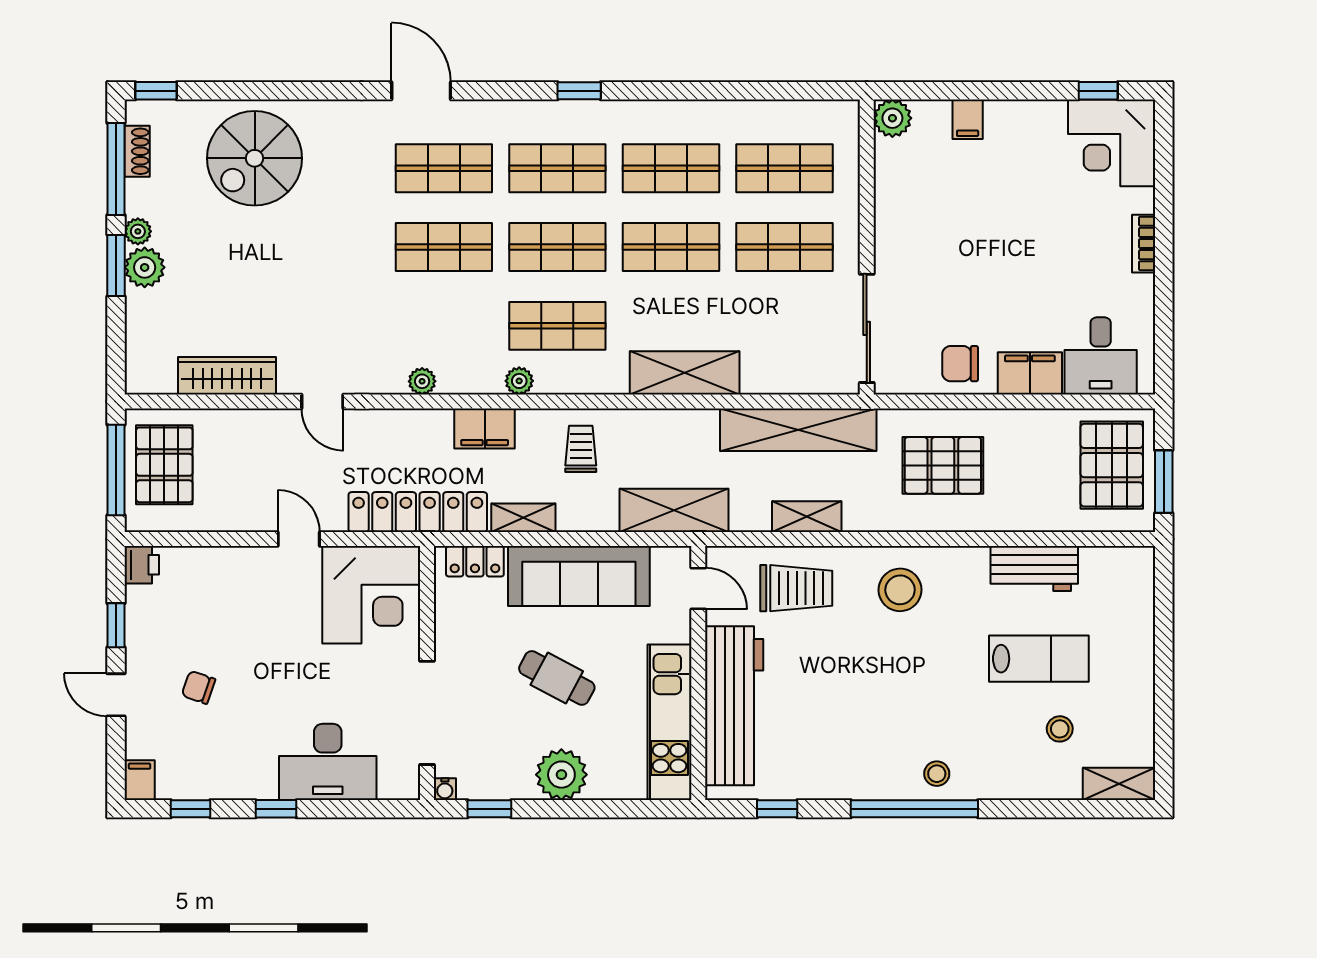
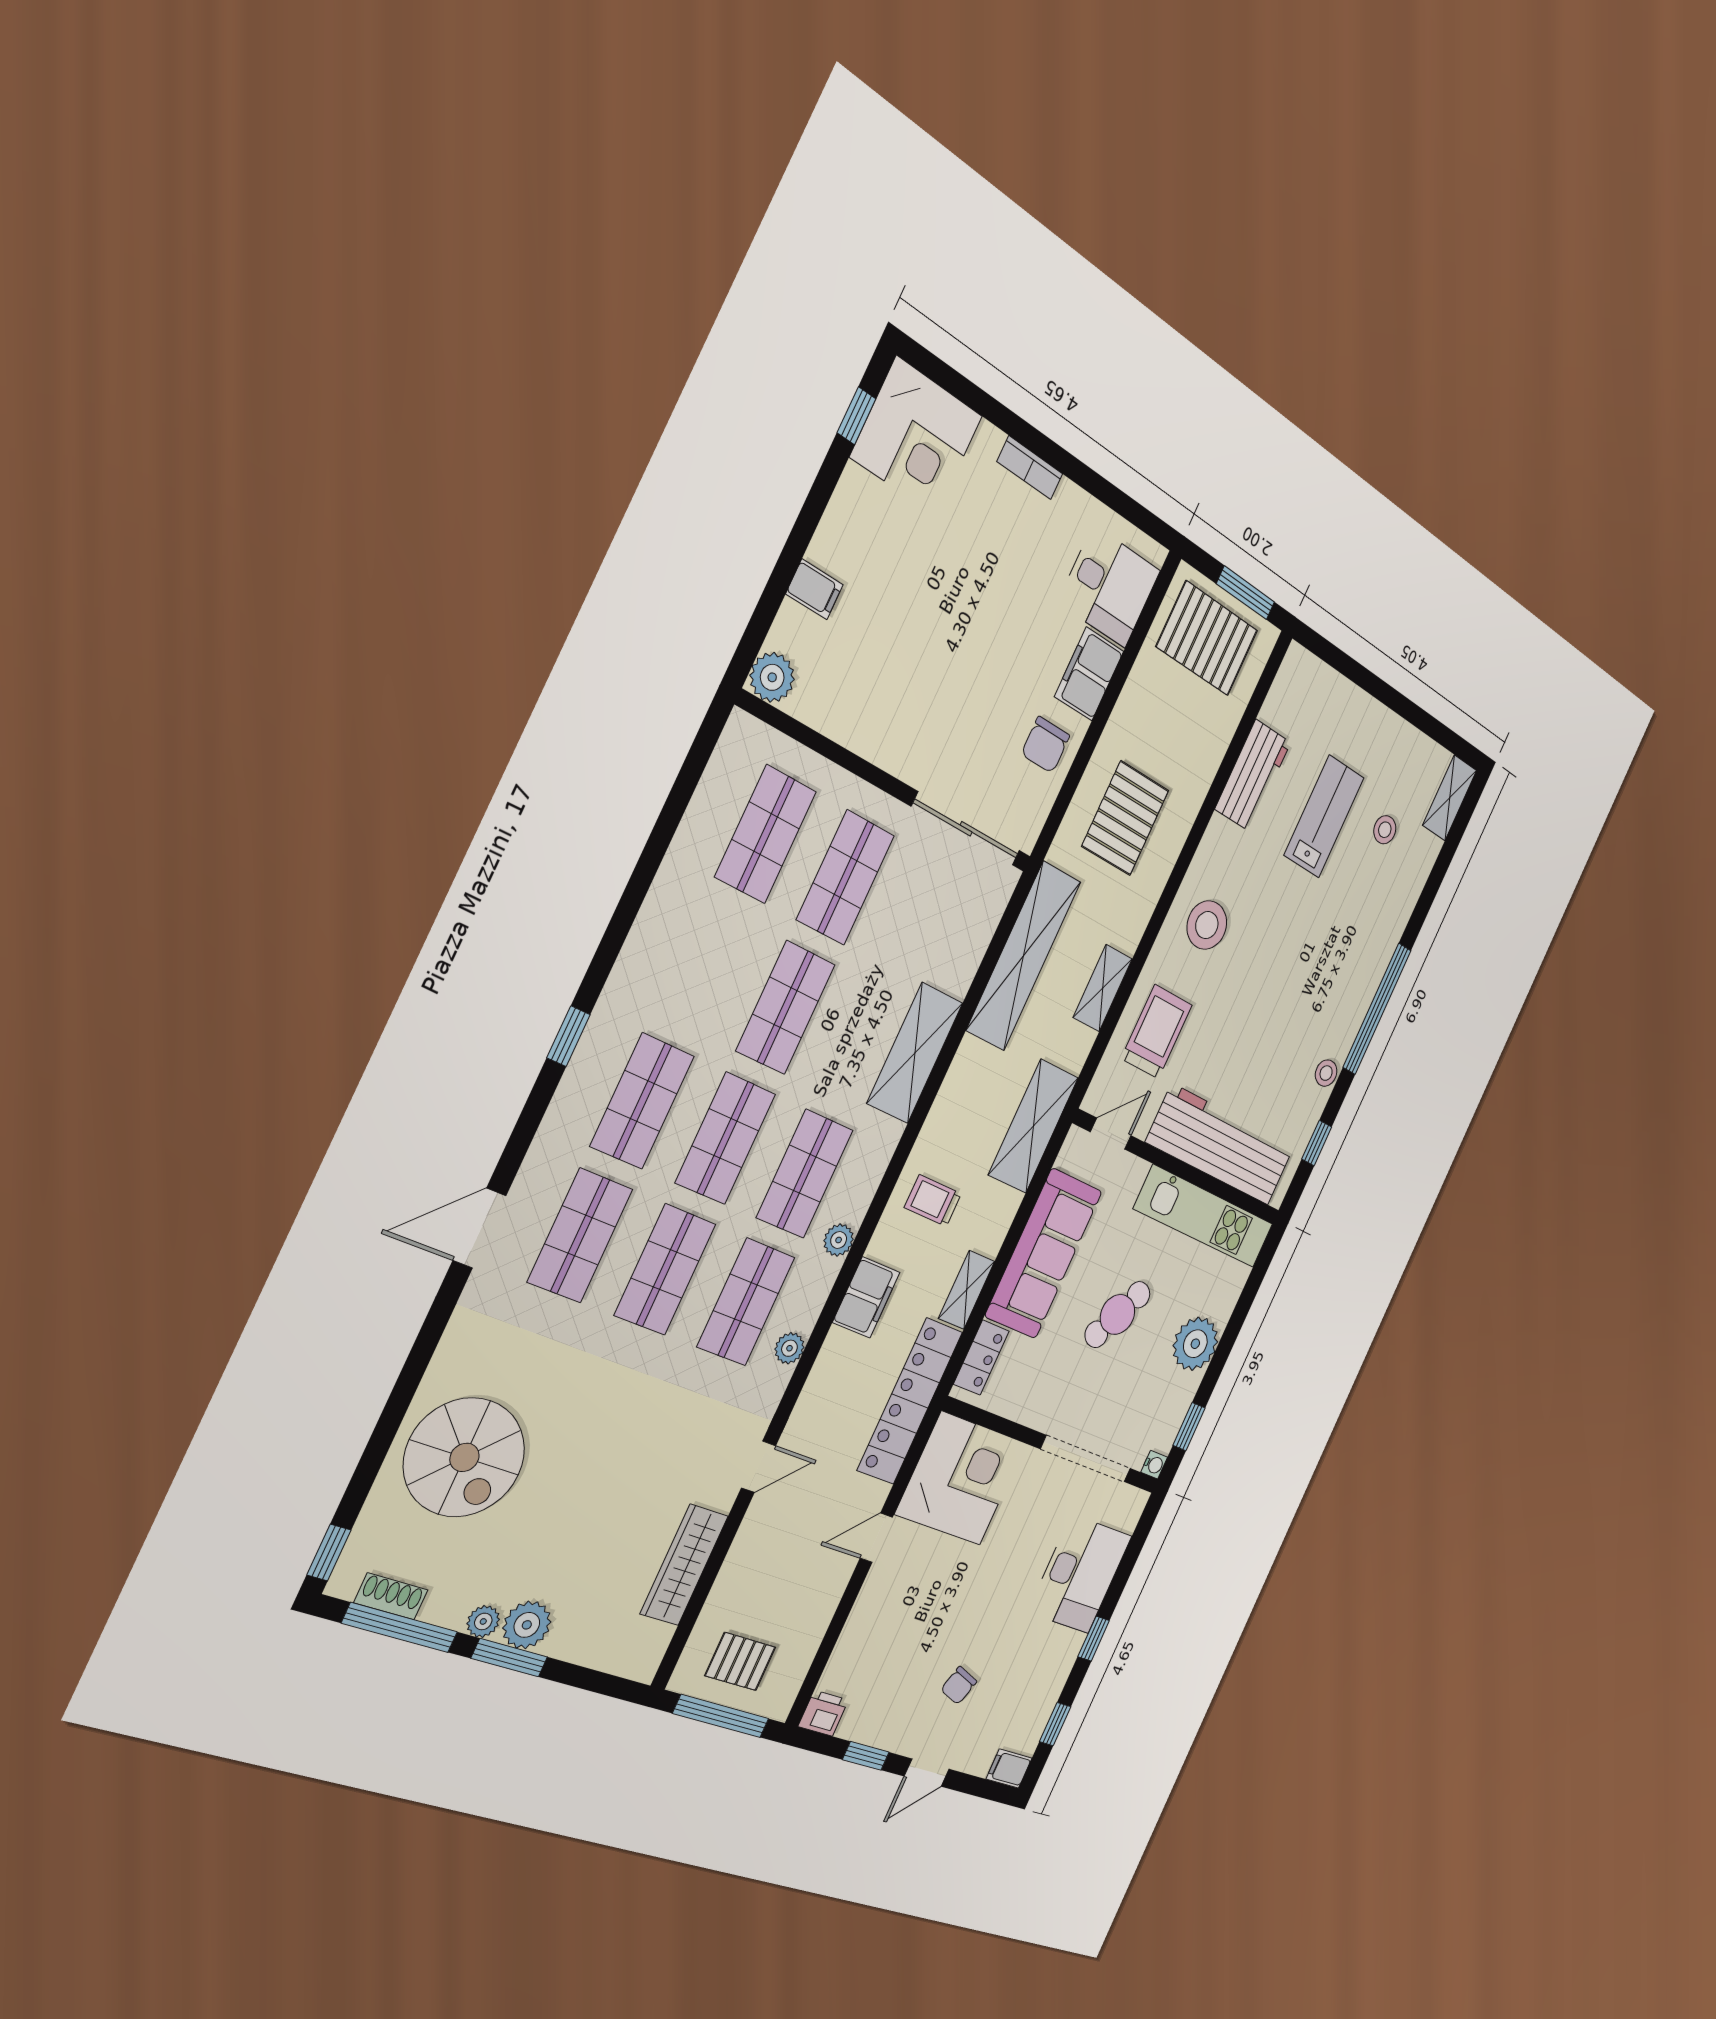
shop shelf: (671, 168) -> (746, 1302), moved
pallet: (164, 465) -> (740, 1661), width x0.67, depth x0.71
stool: (937, 774) -> (1326, 1073), moved

